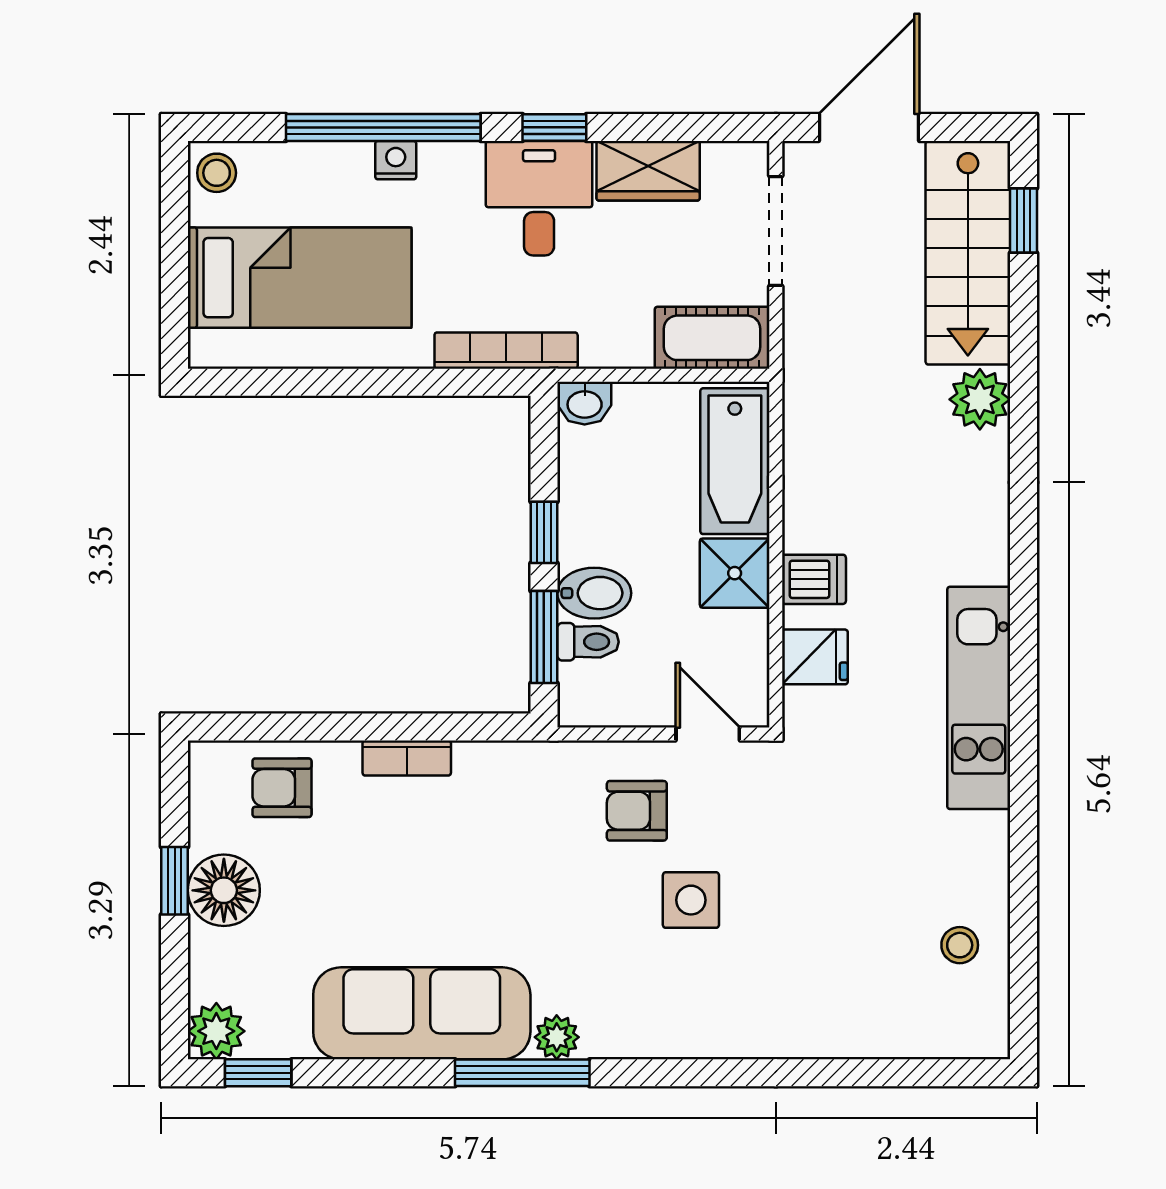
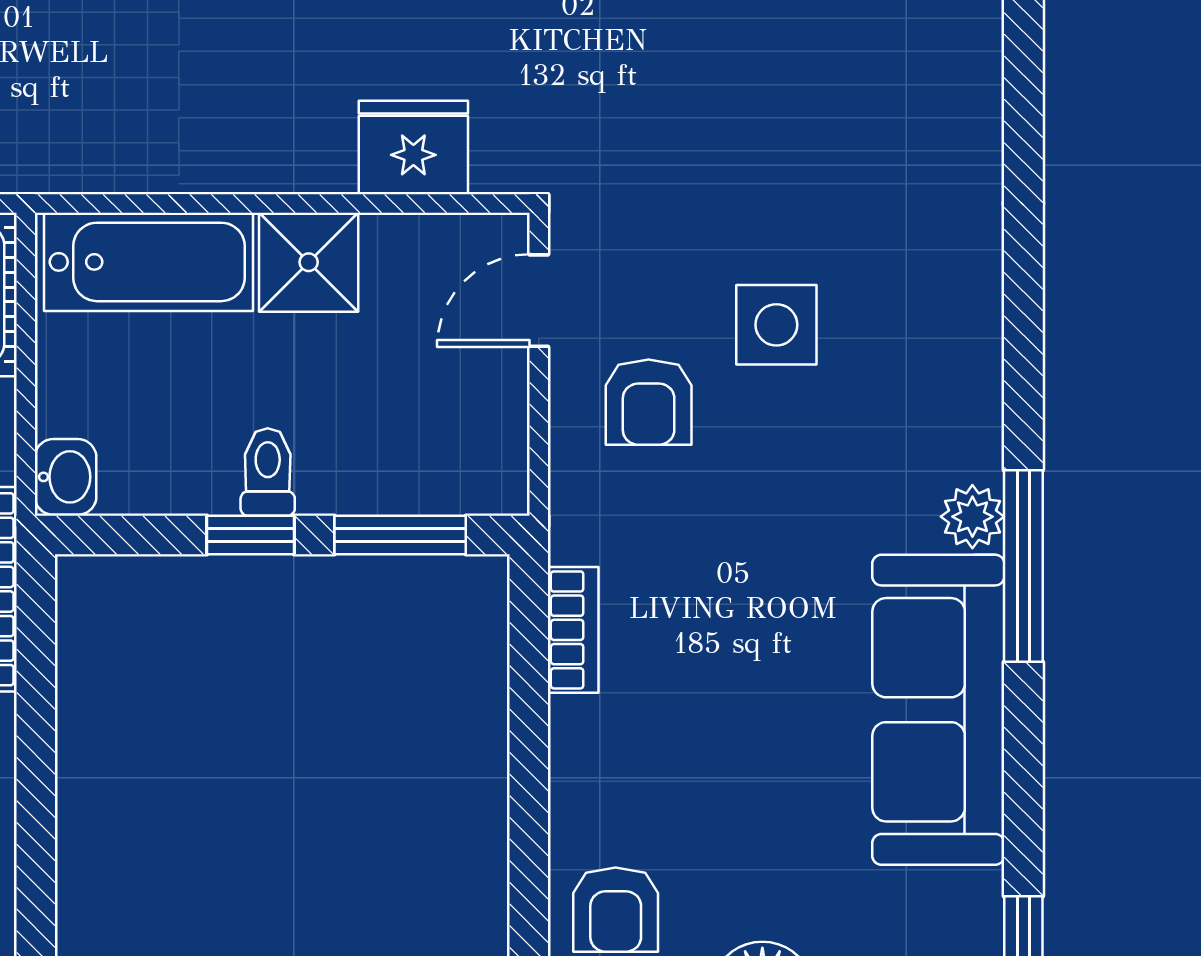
dishwasher: (814, 579) -> (318, 149), removed
bidet: (594, 593) -> (337, 463), removed
toilet: (588, 642) -> (268, 472), moved
fridge: (815, 657) -> (413, 147), width x1.38
bookcase: (407, 758) -> (573, 630), moved

